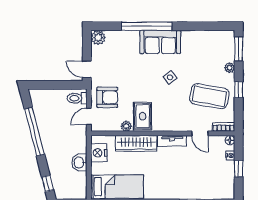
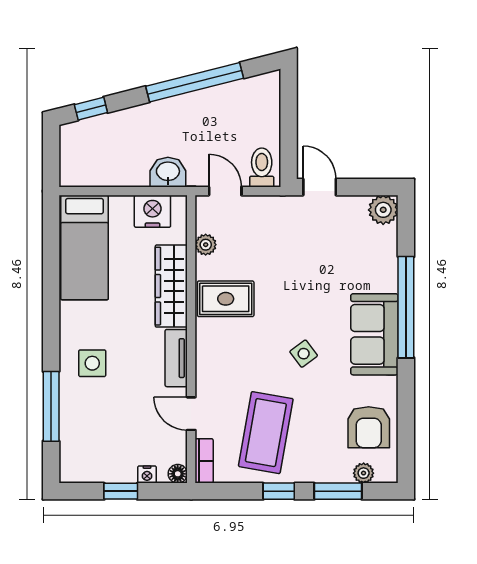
window: (239, 49) -> (338, 491), moved
plant: (230, 68) -> (364, 473), moved
door: (87, 69) -> (320, 187), hinge flipped
armchair: (107, 97) -> (369, 427), moved
plant: (126, 126) -> (206, 245), moved
door: (200, 133) -> (191, 414), hinge flipped
washbasin: (79, 163) -> (168, 172), moved
side table: (175, 183) -> (92, 363), added

